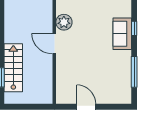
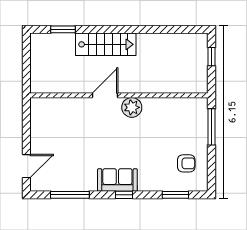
stairs: (13, 68) -> (106, 44), moved
door: (86, 107) -> (26, 166), moved

